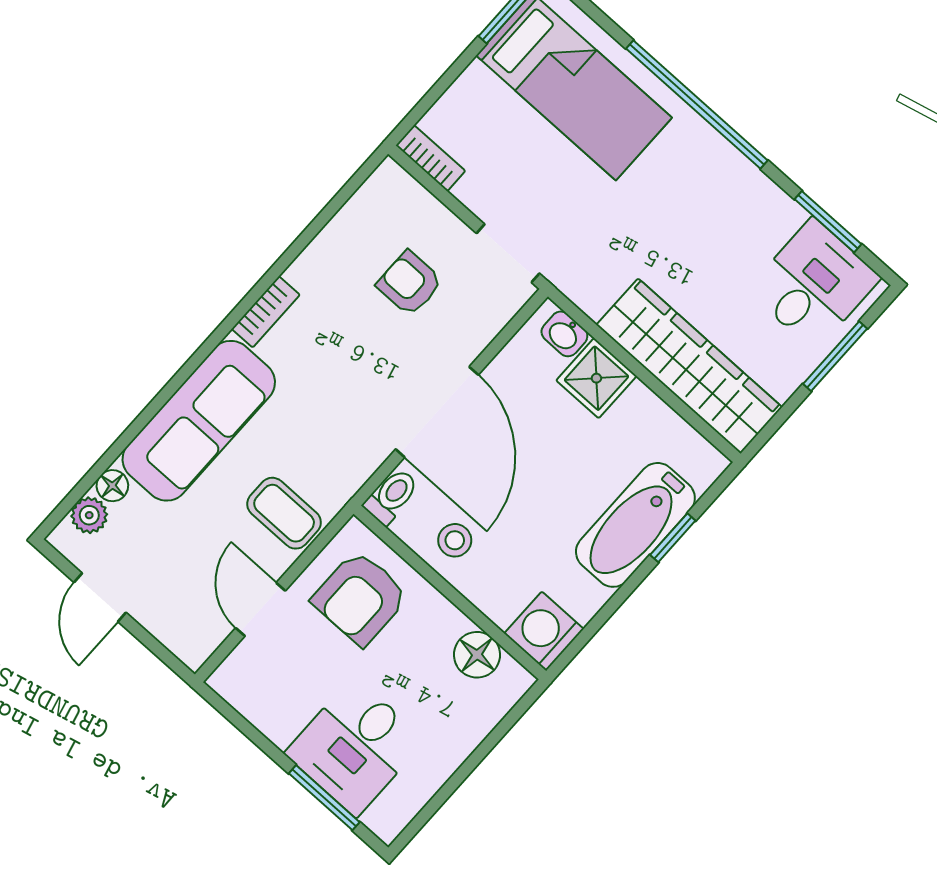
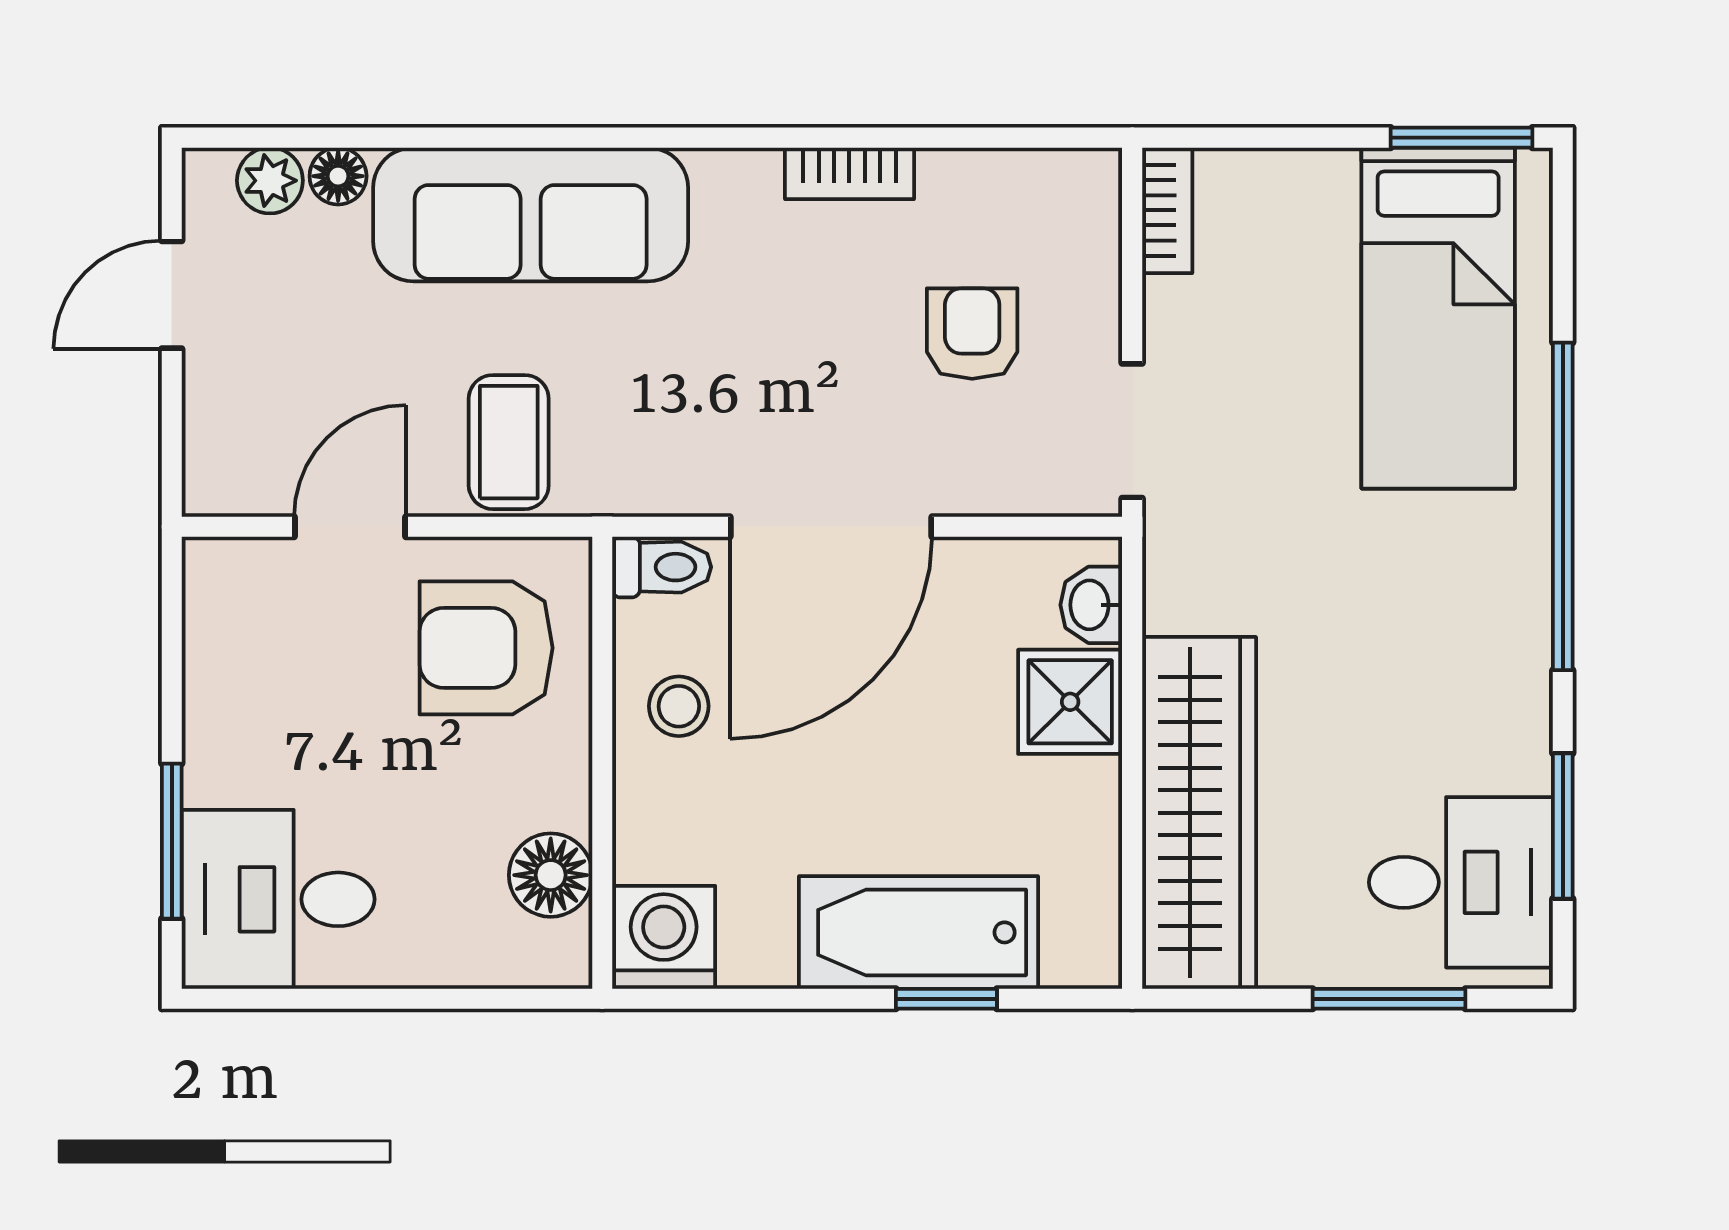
bookcase: (266, 312) -> (849, 173), moved
desk: (355, 747) -> (278, 899), moved

